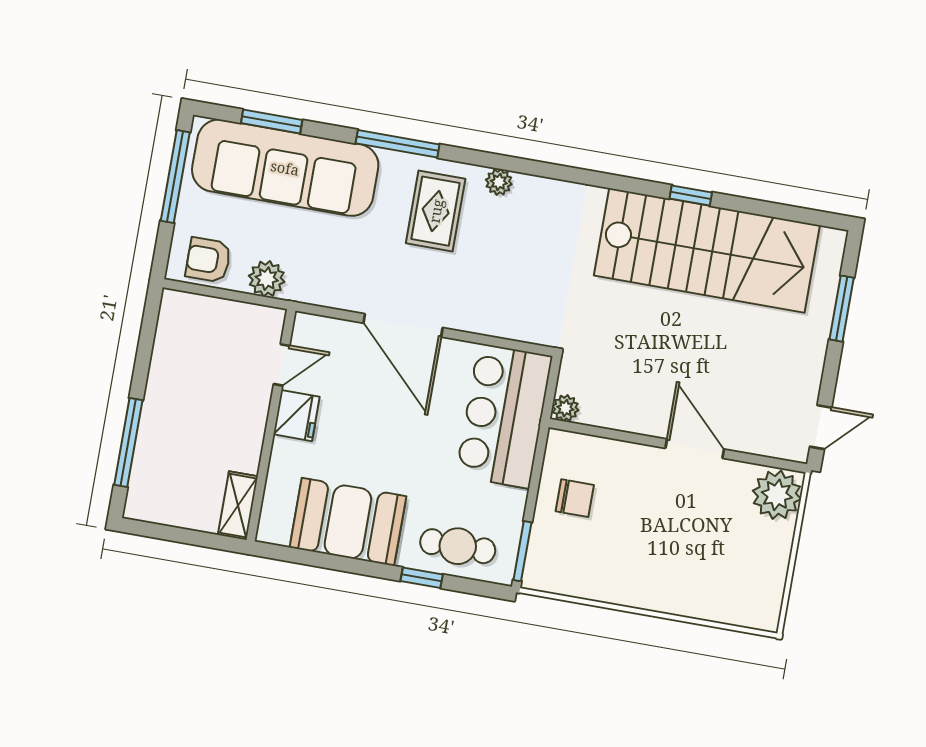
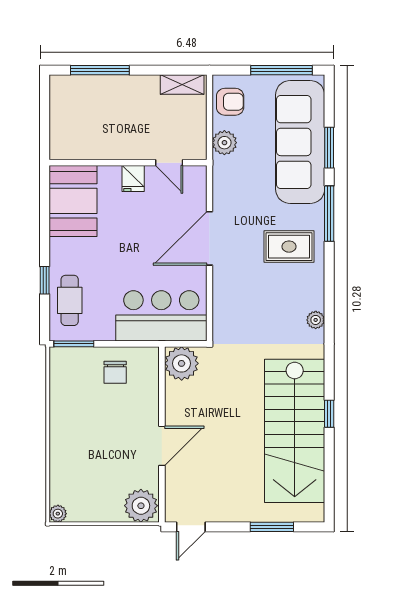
window: (272, 122) -> (329, 148), moved
plant: (499, 182) -> (316, 320), moved
armchair: (208, 260) -> (230, 102), turned 90
plant: (565, 408) -> (182, 363), width x1.88, depth x1.88
fridge: (297, 416) -> (133, 178), width x0.72
door: (821, 427) -> (191, 527), hinge flipped
shelving: (238, 506) -> (182, 84), moved
booth: (348, 522) -> (73, 201), moved
plant: (767, 619) -> (58, 514), added

